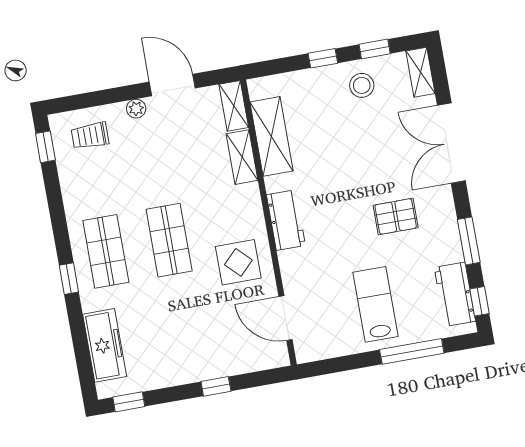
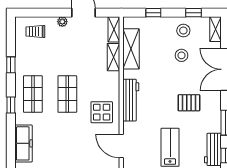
window: (323, 58) -> (153, 13), moved
stool: (366, 132) -> (182, 55), added
window: (45, 147) -> (11, 65), moved
workbench: (286, 220) -> (131, 100), width x1.38

